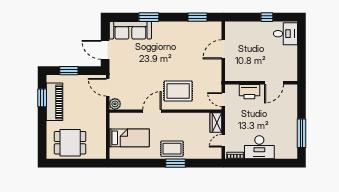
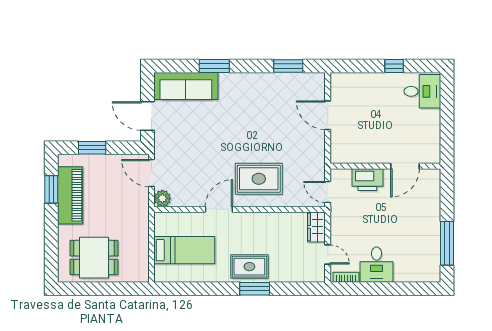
door: (223, 49) -> (328, 115), hinge flipped
door: (223, 141) -> (328, 254), swing flipped
desk: (259, 147) -> (377, 265), width x0.73

